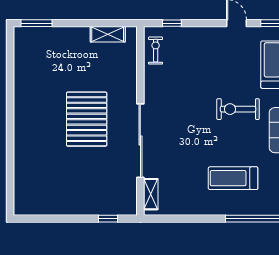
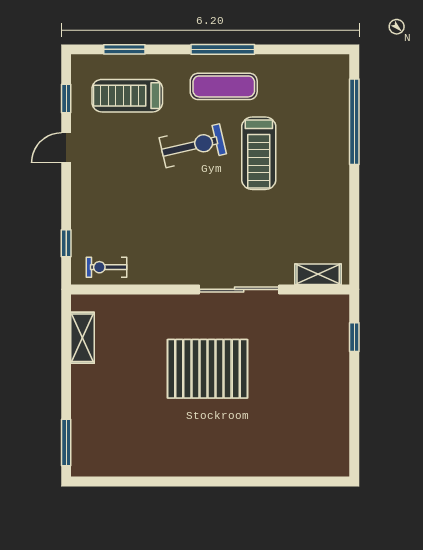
exercise bike: (238, 109) -> (193, 146), turned -103
sliding door: (140, 141) -> (239, 289), width x0.73
treadmill: (233, 178) -> (259, 153), moved

